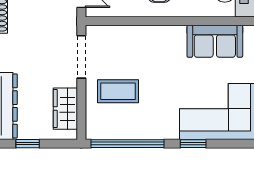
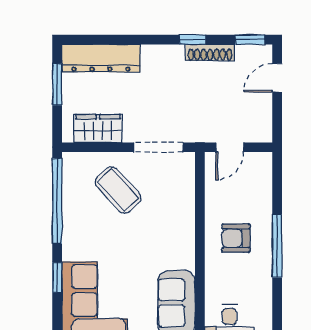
coffee table: (118, 91) -> (118, 190), turned -43
window: (28, 144) -> (57, 84), width x1.50

